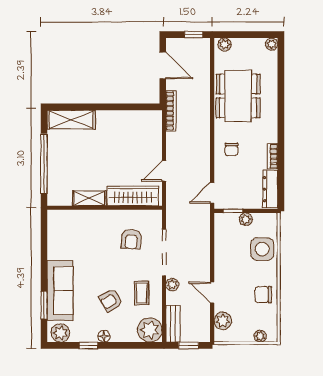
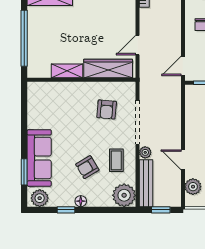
bench: (173, 324) -> (146, 183), width x1.36

